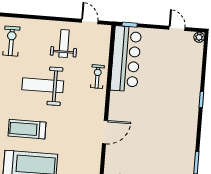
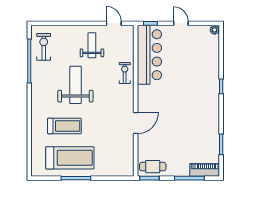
door: (177, 28) -> (181, 23), moved
weight bench: (43, 85) -> (75, 85), turned 90
treadmill: (27, 129) -> (64, 126), turned 180

